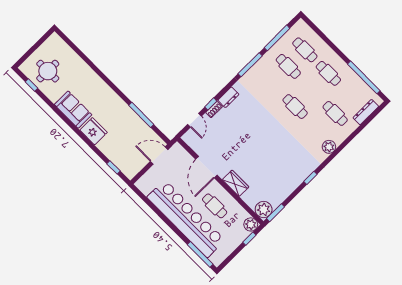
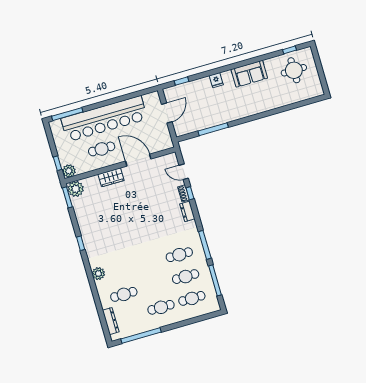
cafe table: (295, 107) -> (179, 255), moved
fridge: (93, 131) -> (216, 80), width x0.53, depth x0.75
door: (159, 155) -> (167, 113), moved

